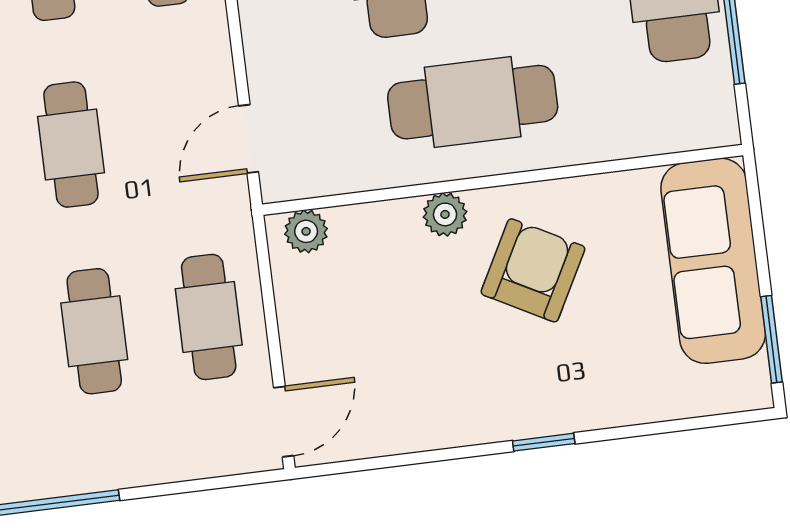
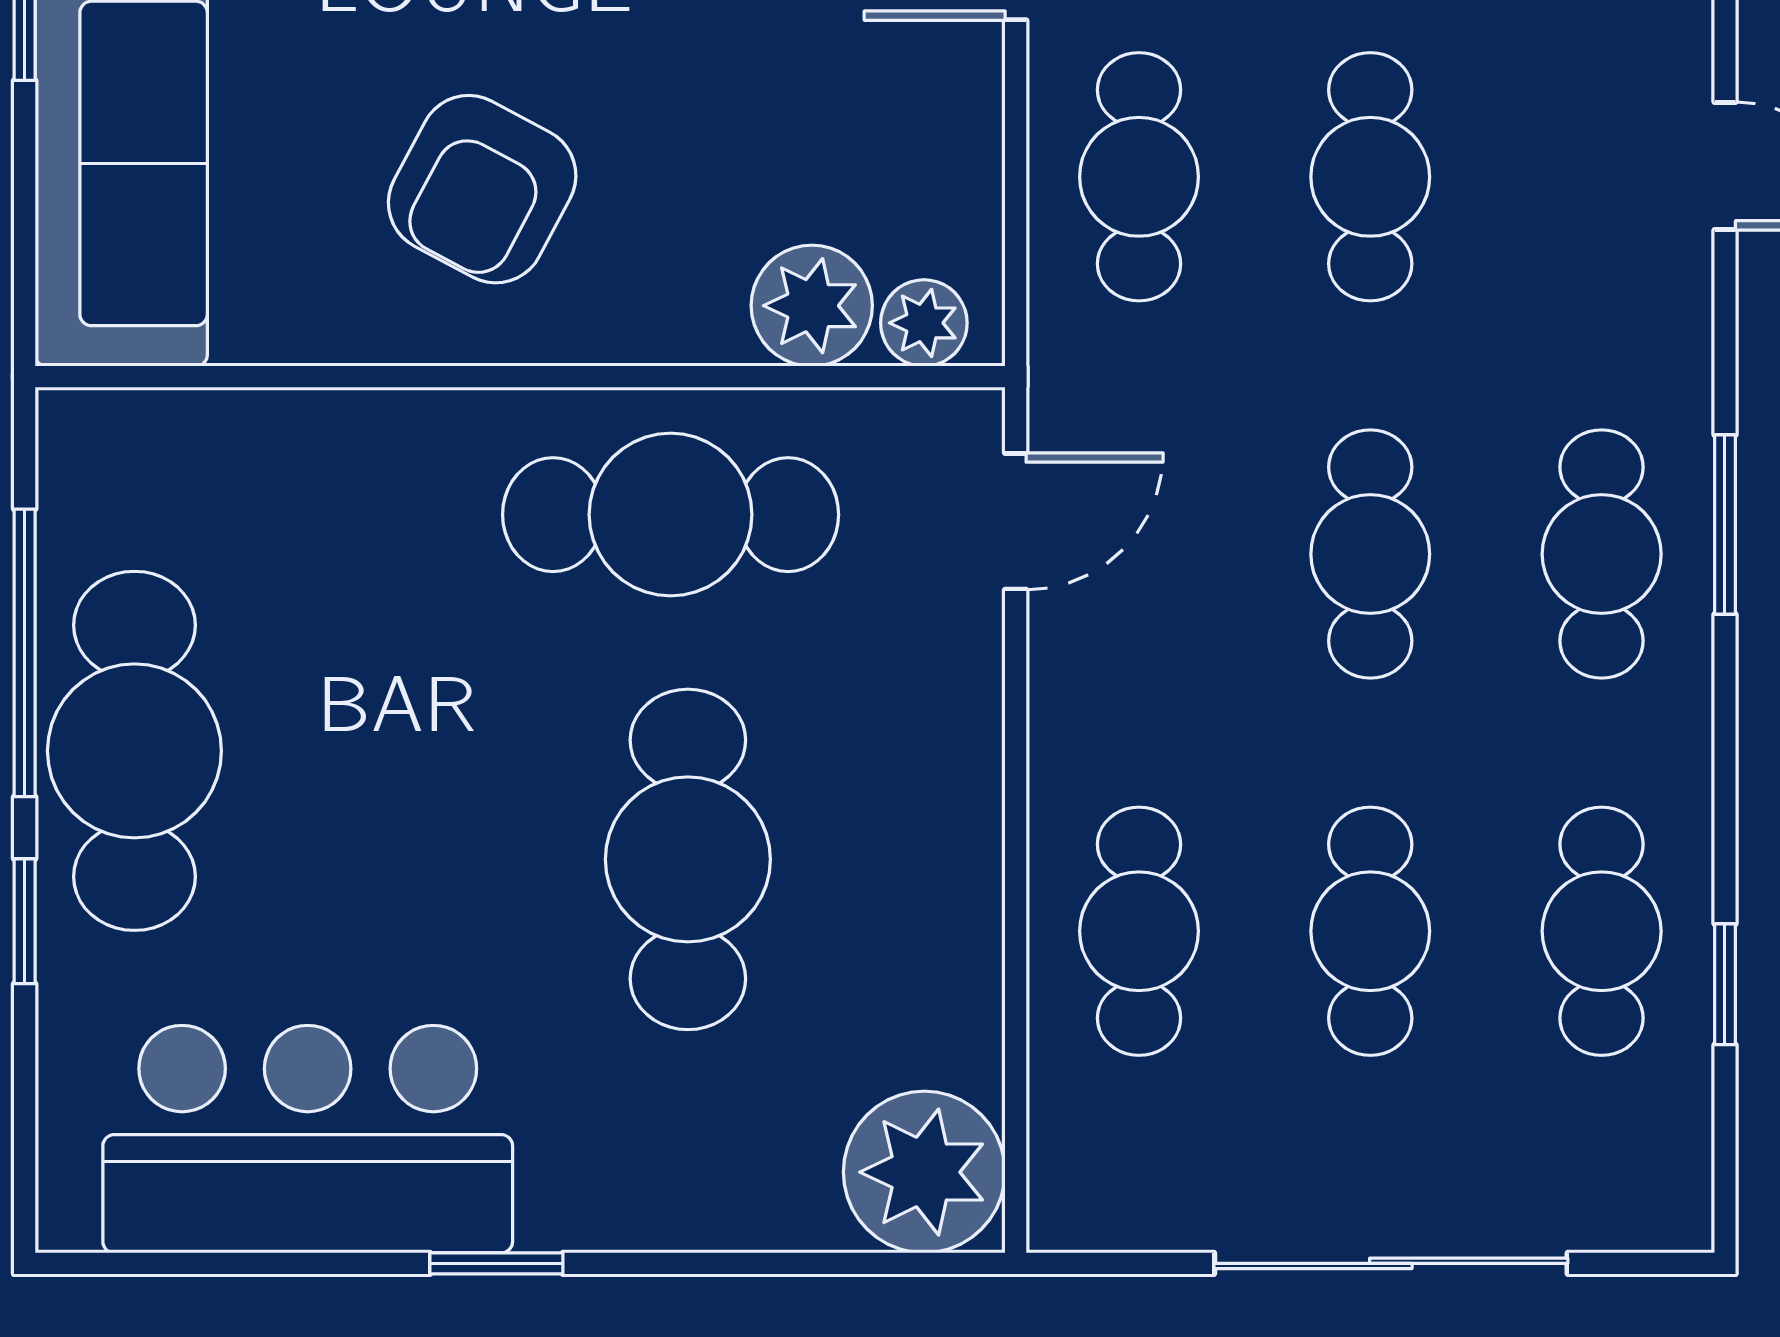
cafe table: (473, 102) -> (671, 515), moved
plant: (445, 214) -> (812, 306), moved, width x1.38, depth x1.38

